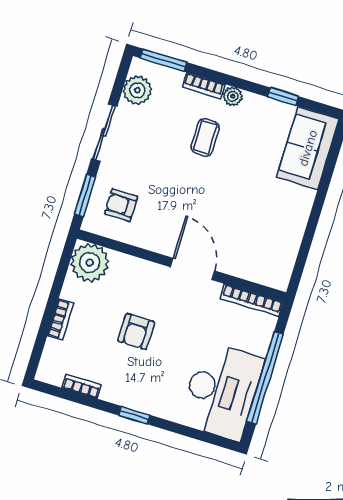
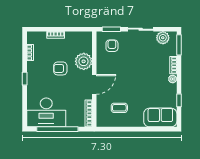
coffee table: (205, 137) -> (119, 108), moved
plant: (90, 263) -> (84, 61), moved

